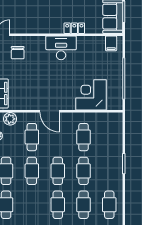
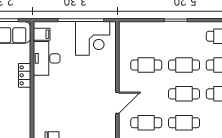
desk: (61, 48) -> (47, 58), moved
corner desk: (91, 95) -> (93, 38), moved, turned -90

